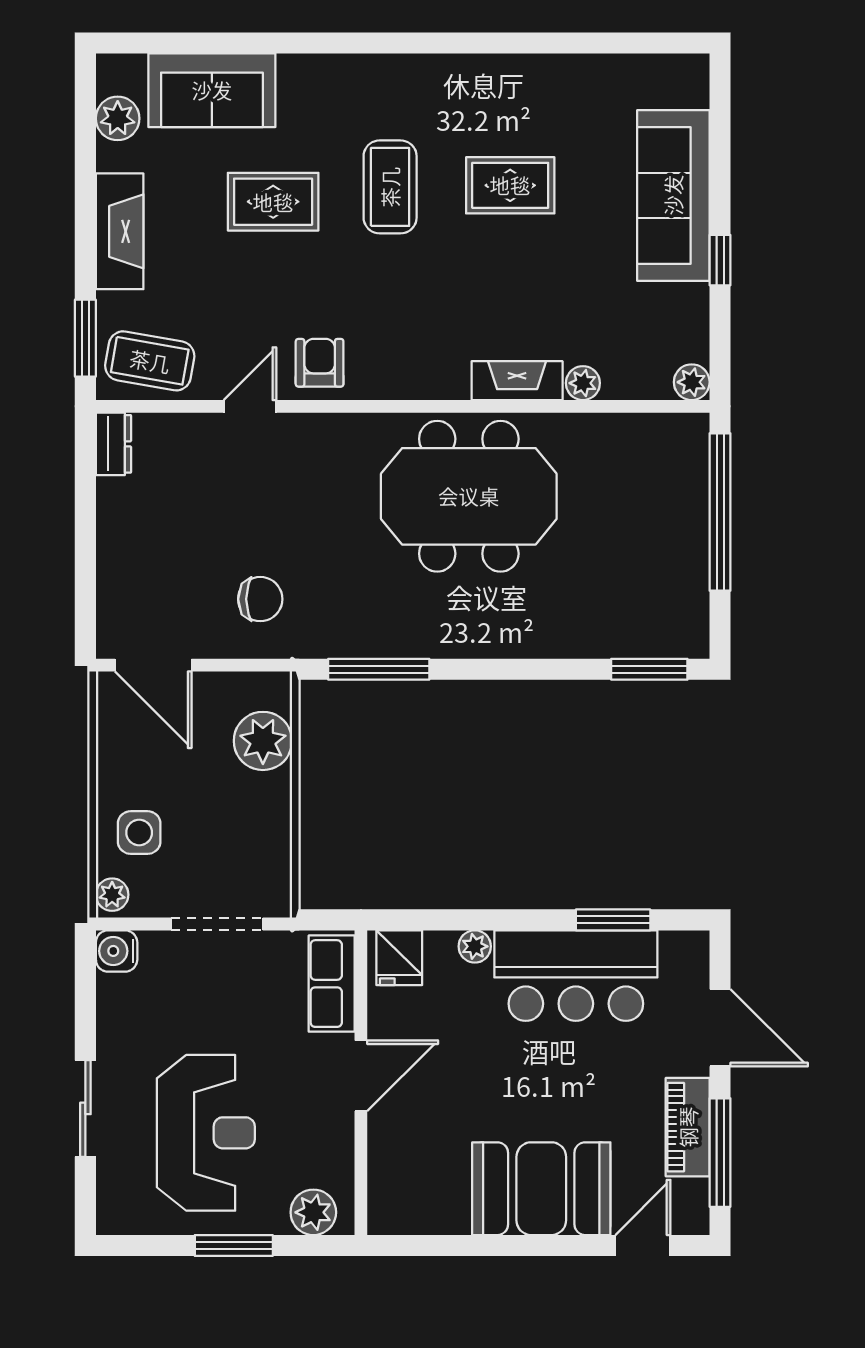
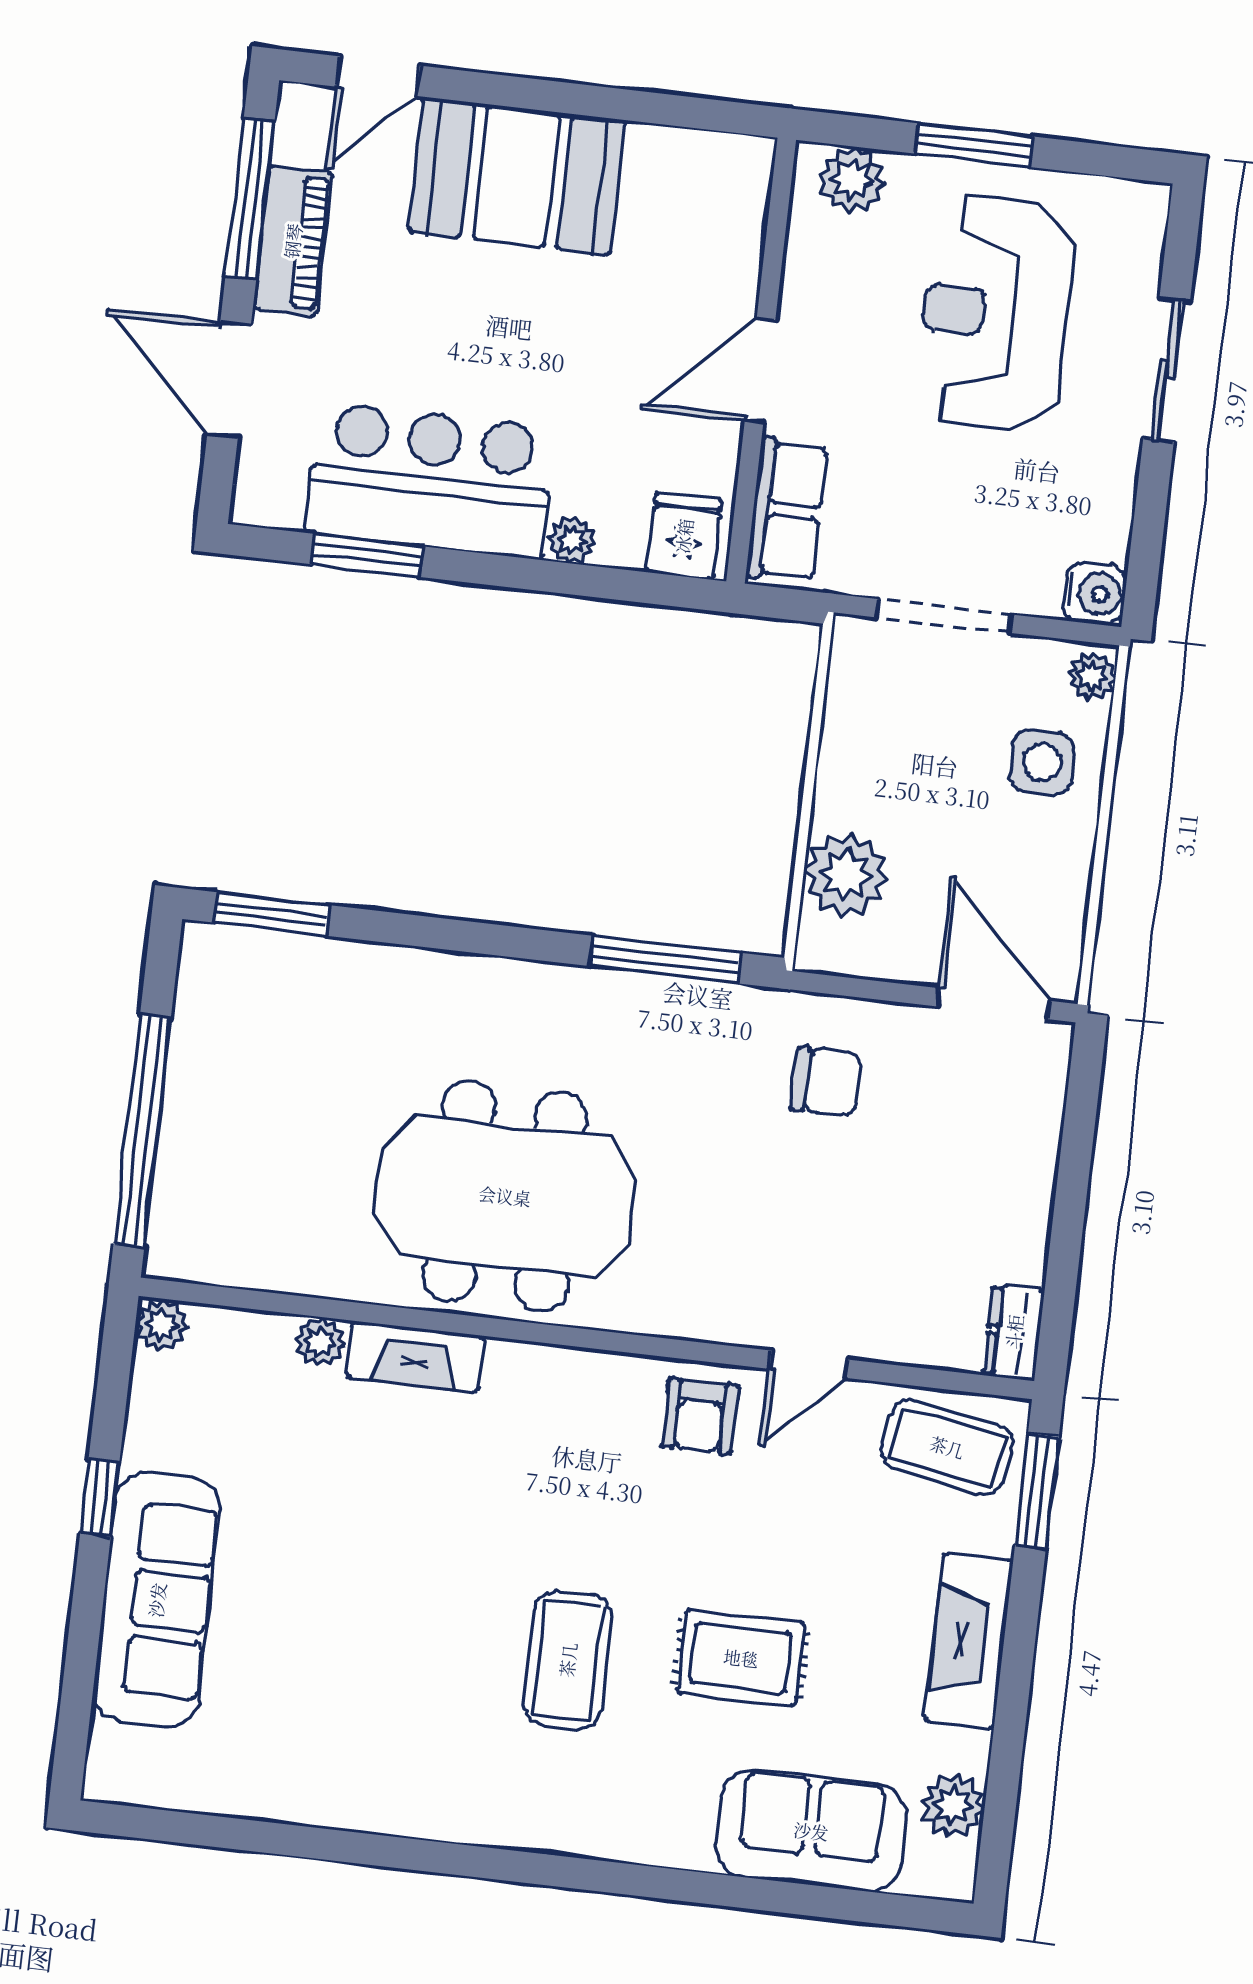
rug: (510, 185) -> (393, 1642), removed
chair: (260, 599) -> (826, 1082), turned 180

